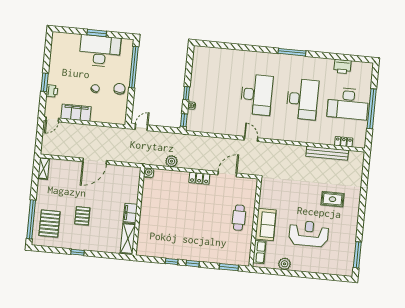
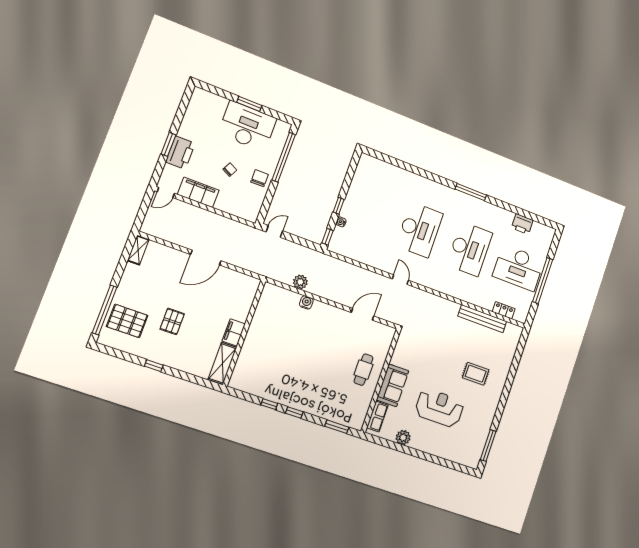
printer: (52, 91) -> (180, 153), width x1.87, depth x1.48
water cooler: (149, 173) -> (306, 302), moved
locker: (199, 178) -> (328, 311), removed
pallet: (49, 224) -> (127, 321), turned 90

